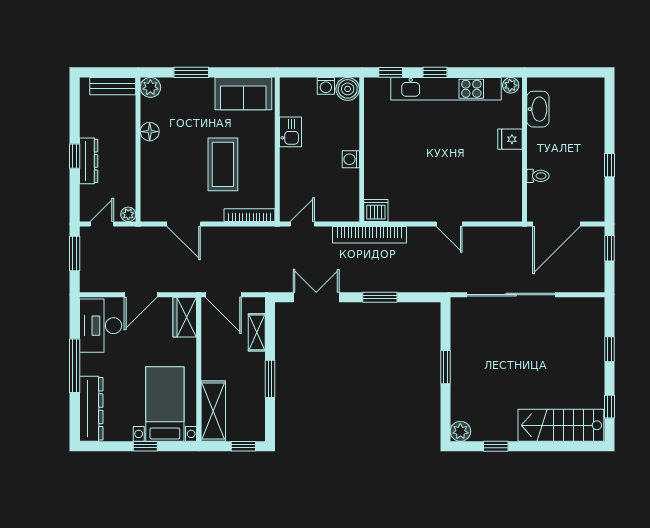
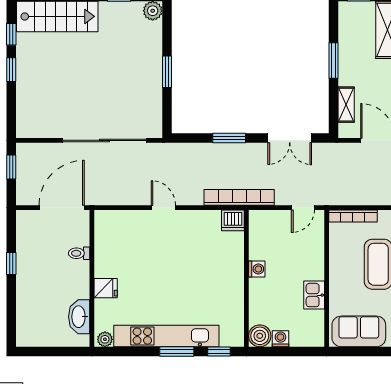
window: (435, 72) -> (177, 352), width x1.50
window: (609, 248) -> (11, 167), moved
window: (609, 349) -> (11, 70), moved

